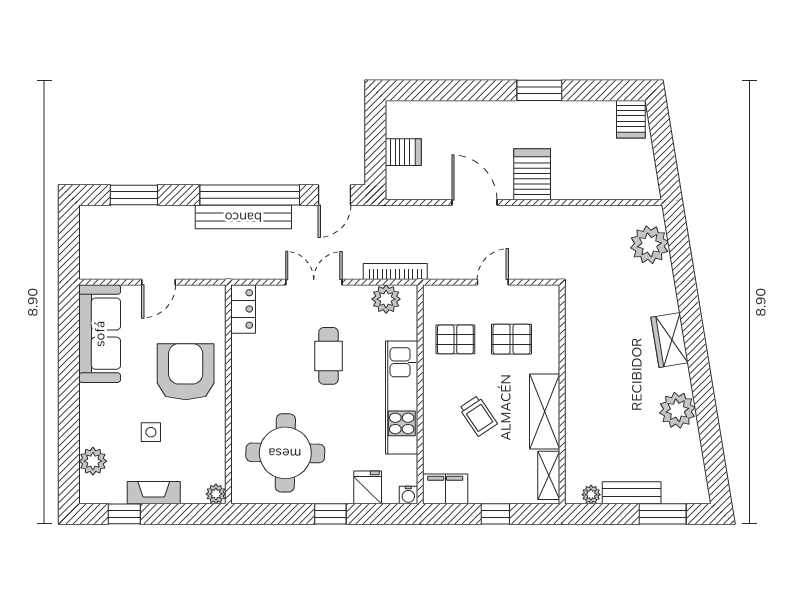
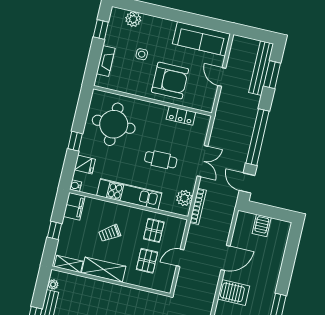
bench: (243, 217) -> (261, 68), moved
door: (493, 282) -> (180, 258), swing flipped
locker: (243, 309) -> (181, 116), moved
fireplace: (154, 493) -> (106, 61), moved
plant: (216, 494) -> (100, 82), removed

